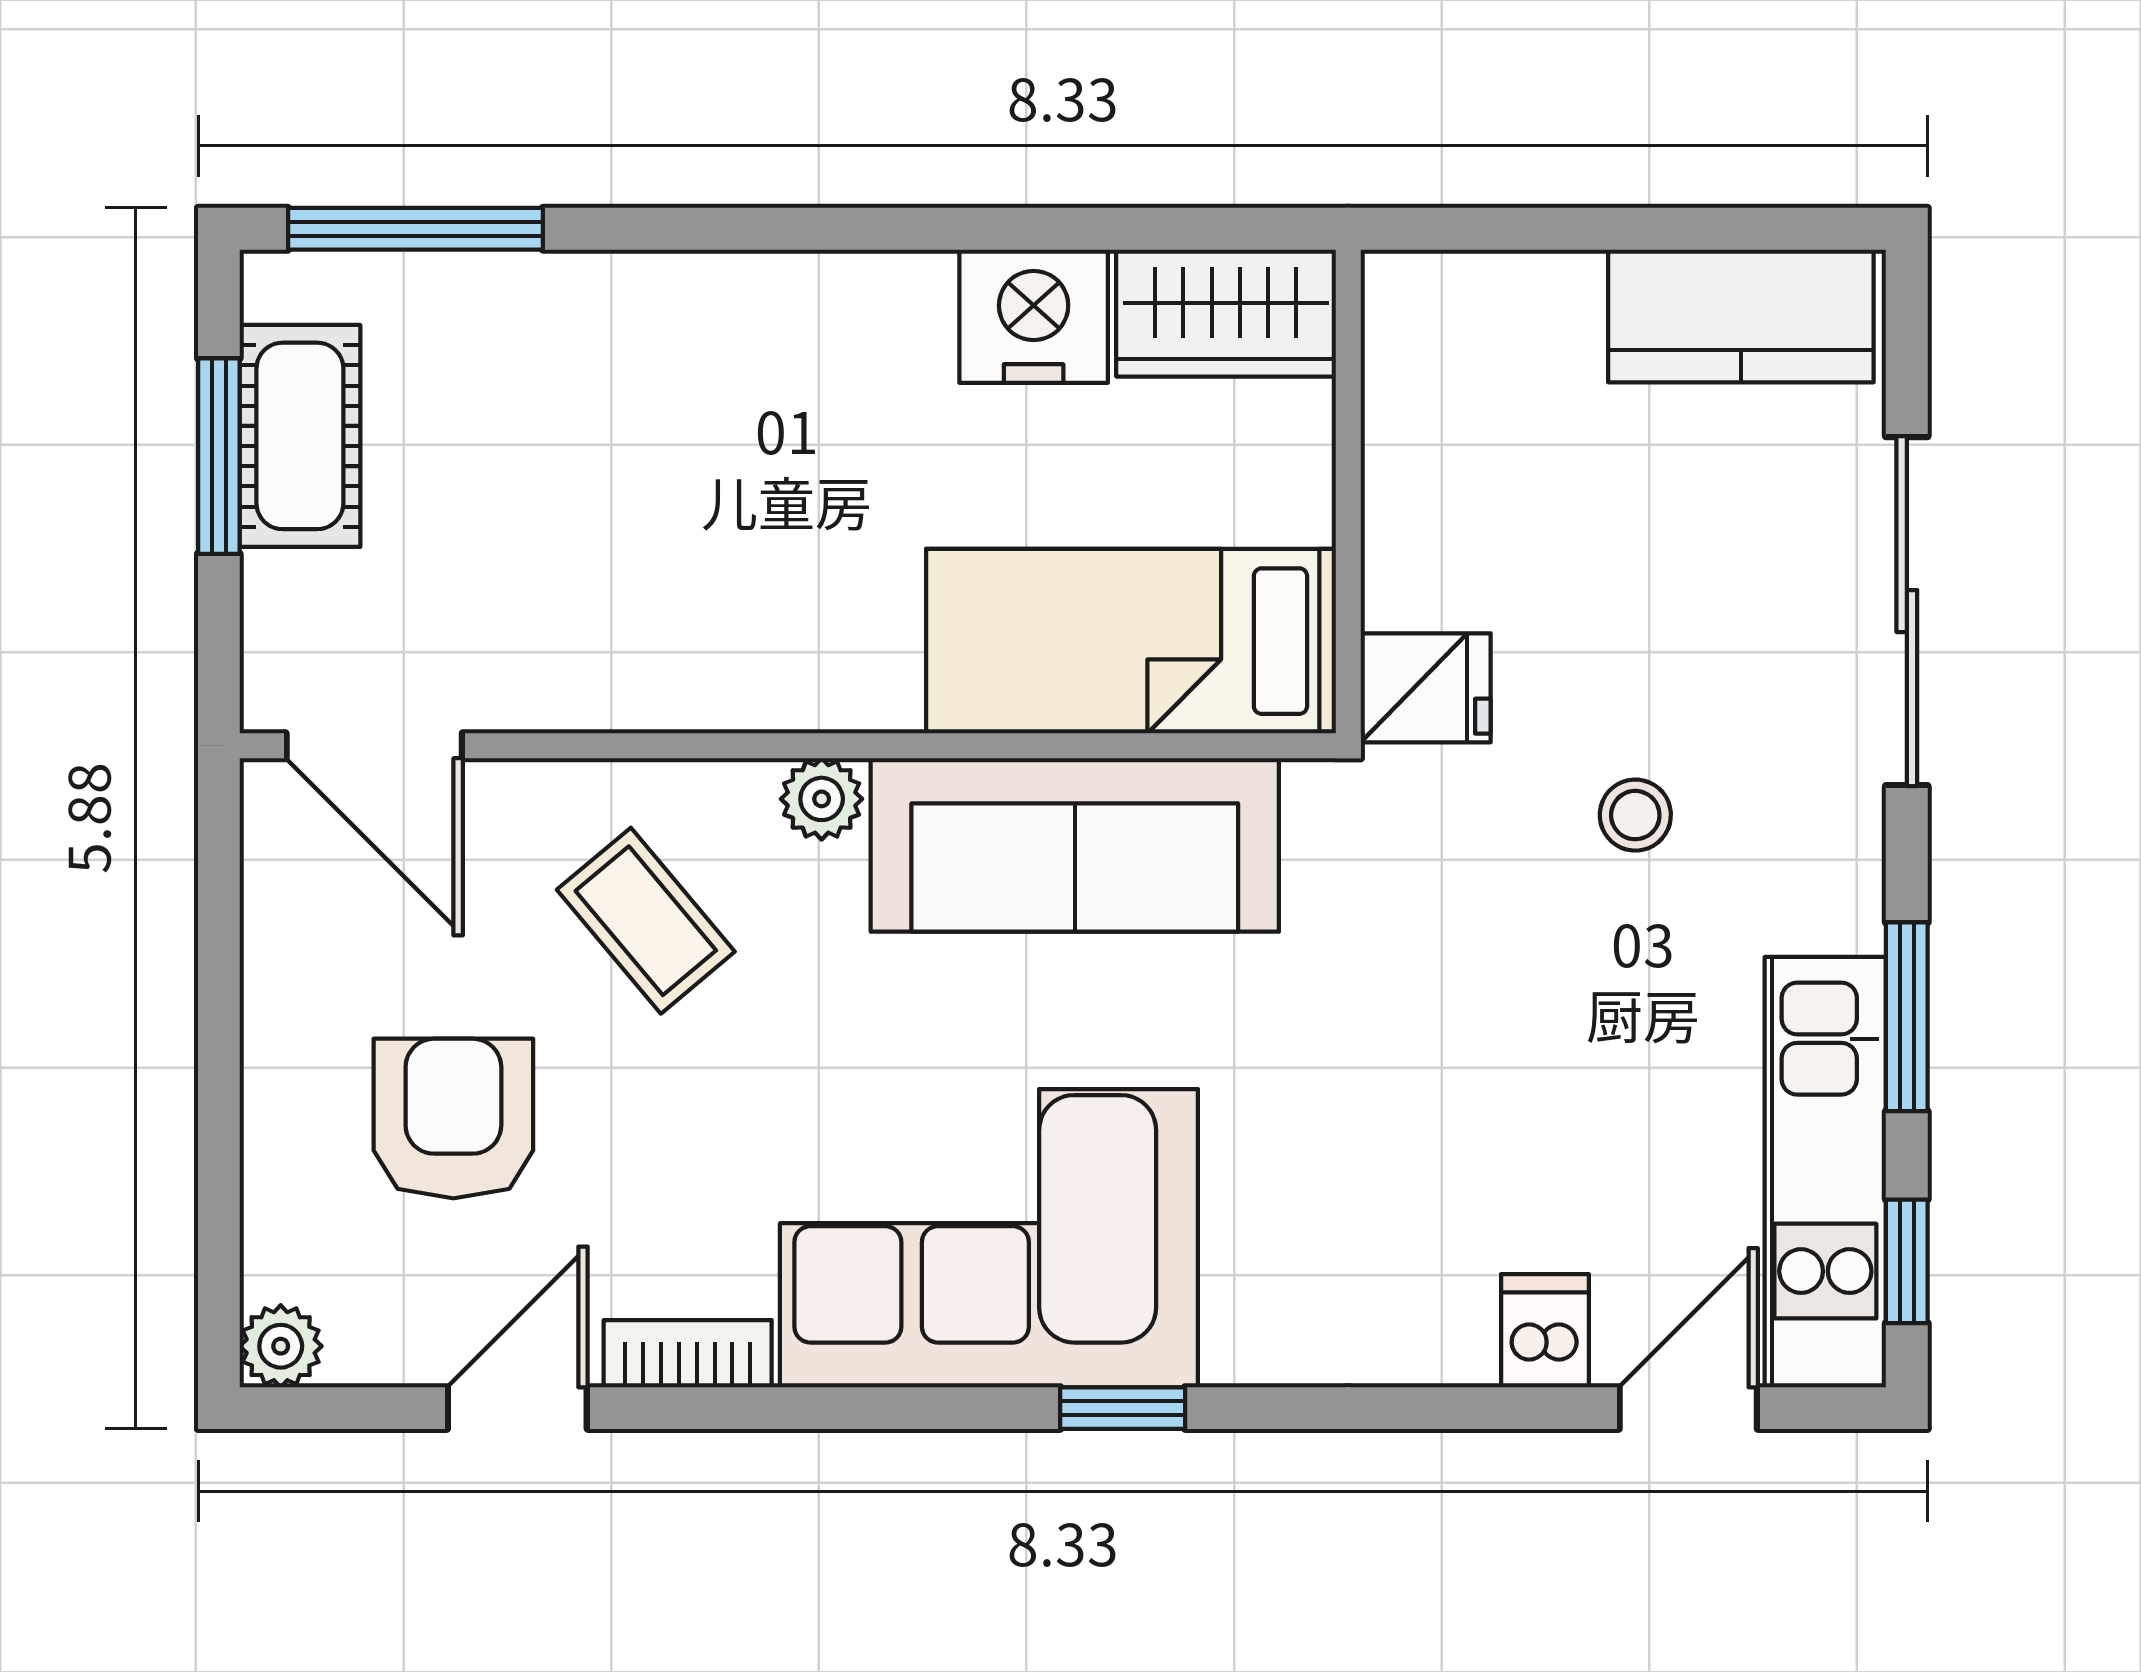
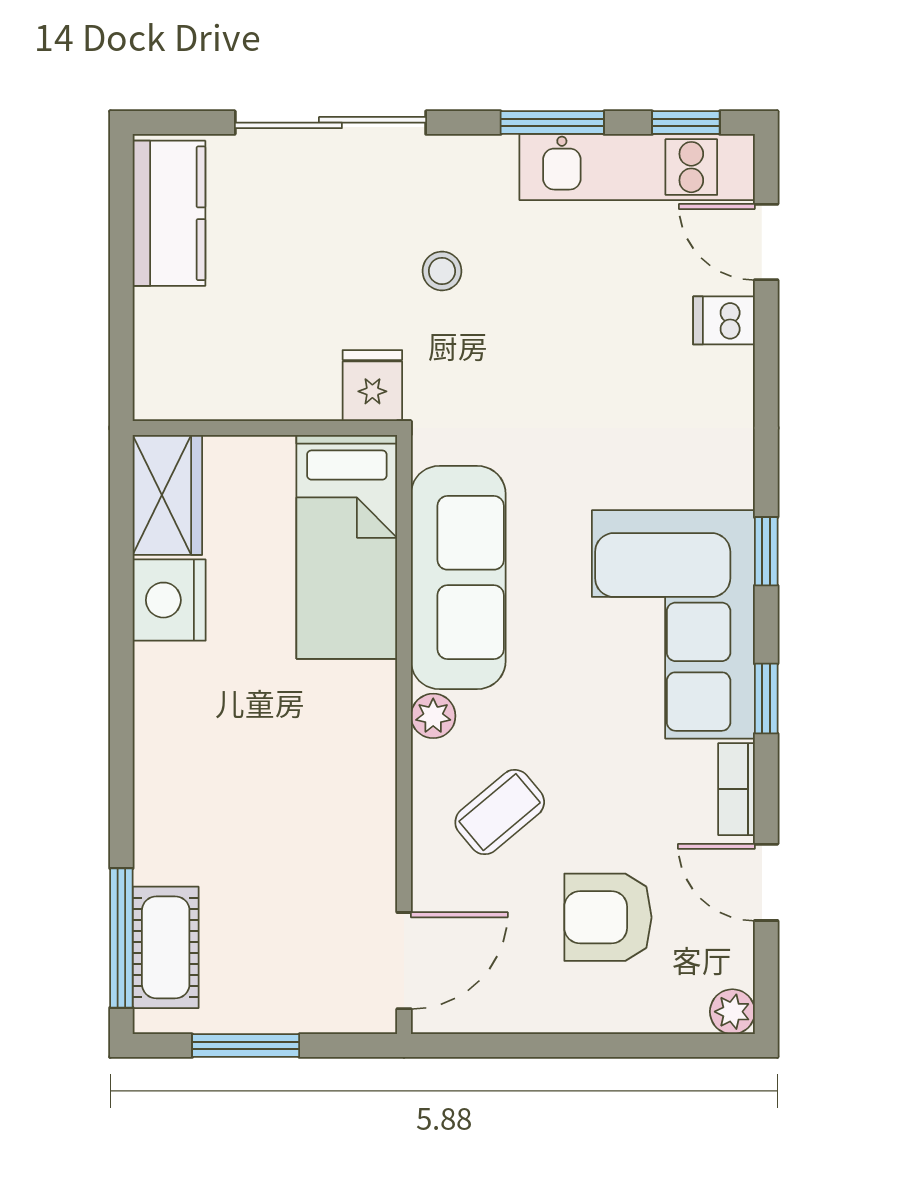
cot: (300, 436) -> (166, 947), moved, turned 90
window: (853, 1408) -> (766, 699), added

